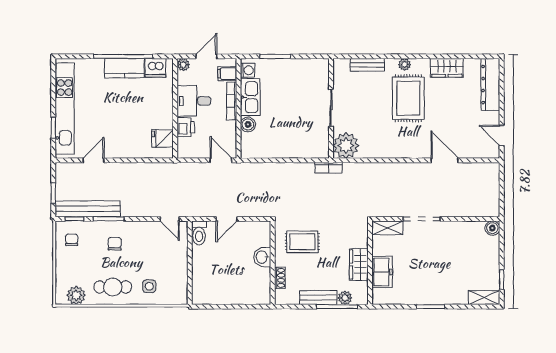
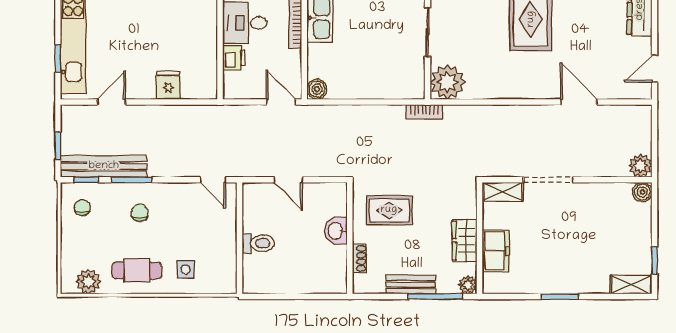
boiler: (248, 125) -> (317, 89), moved
door: (502, 135) -> (655, 69), hinge flipped
fridge: (163, 139) -> (168, 85), moved, turned 90
plant: (491, 208) -> (640, 166), added
door: (226, 219) -> (288, 180), hinge flipped
toilet: (199, 233) -> (258, 243), moved, turned -90
plant: (345, 298) -> (468, 285), moved

